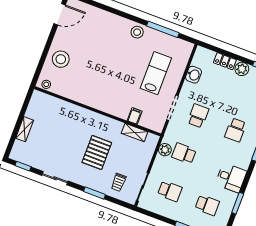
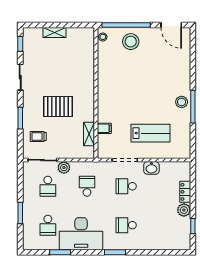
window: (163, 29) -> (193, 107), moved
window: (43, 58) -> (126, 25), added
washbasin: (194, 75) -> (151, 168), moved
school desk: (198, 116) -> (126, 186), turned 180
plant: (165, 150) -> (64, 168), moved
desk: (231, 178) -> (81, 234), width x1.87, depth x1.30

